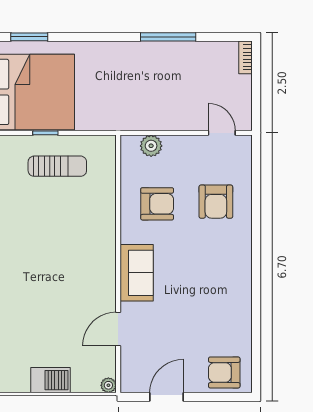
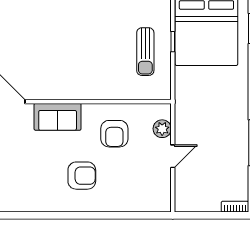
door: (222, 133) -> (173, 156), moved
armchair: (216, 202) -> (82, 176), moved, turned 180

